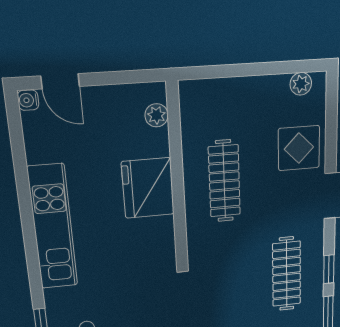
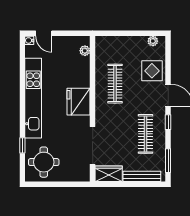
fridge: (148, 188) -> (79, 102), moved
kitchen unit: (53, 227) -> (33, 98), width x1.36
window: (329, 269) -> (168, 122), moved

